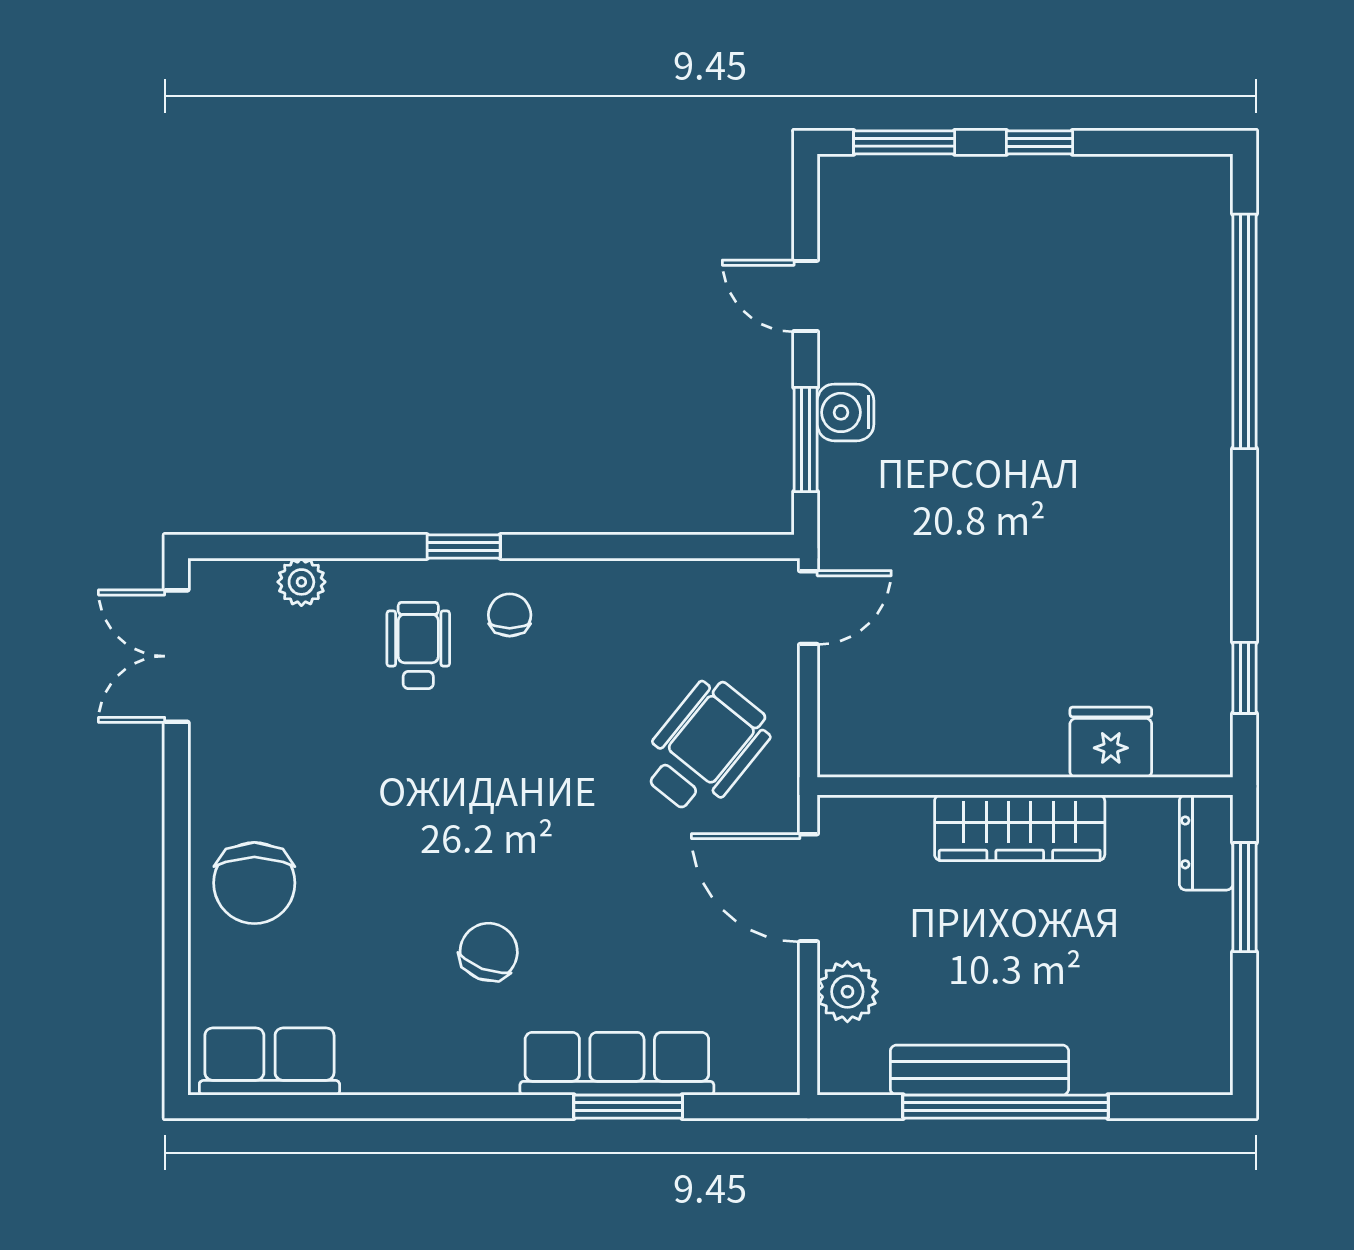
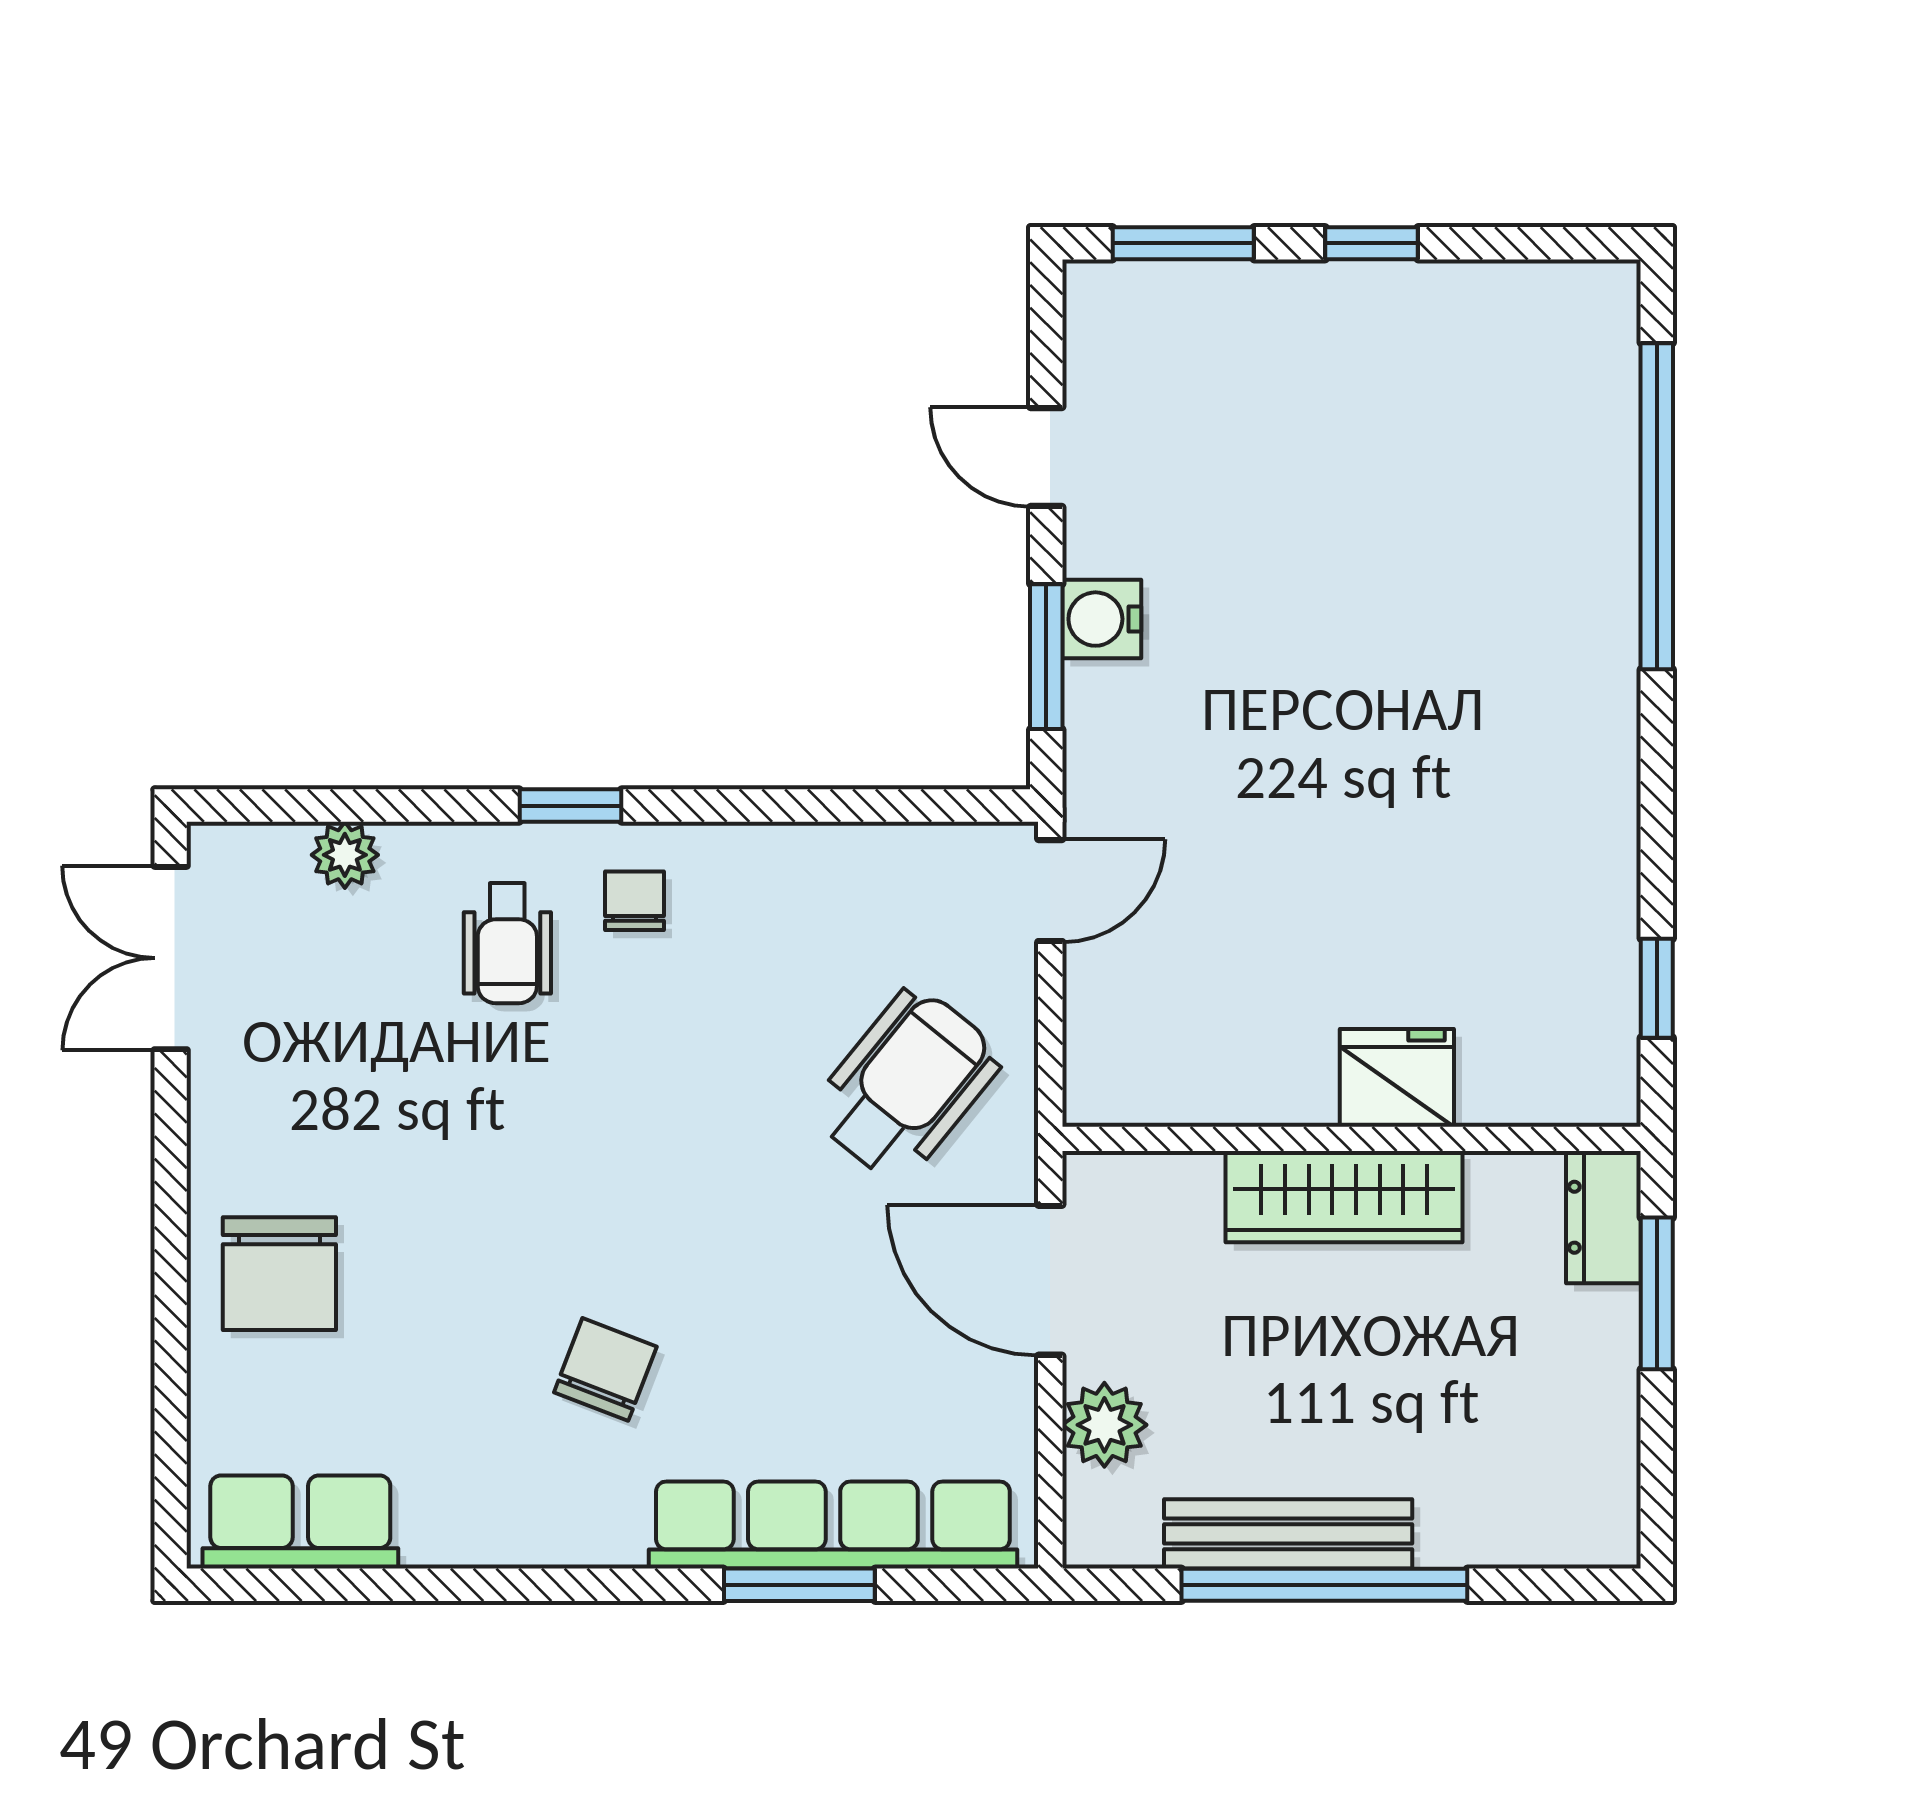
wheelchair: (418, 646) -> (507, 943), turned 180
fridge: (1111, 742) -> (1397, 1078), moved
row of seats: (617, 1064) -> (833, 1525), width x1.36

